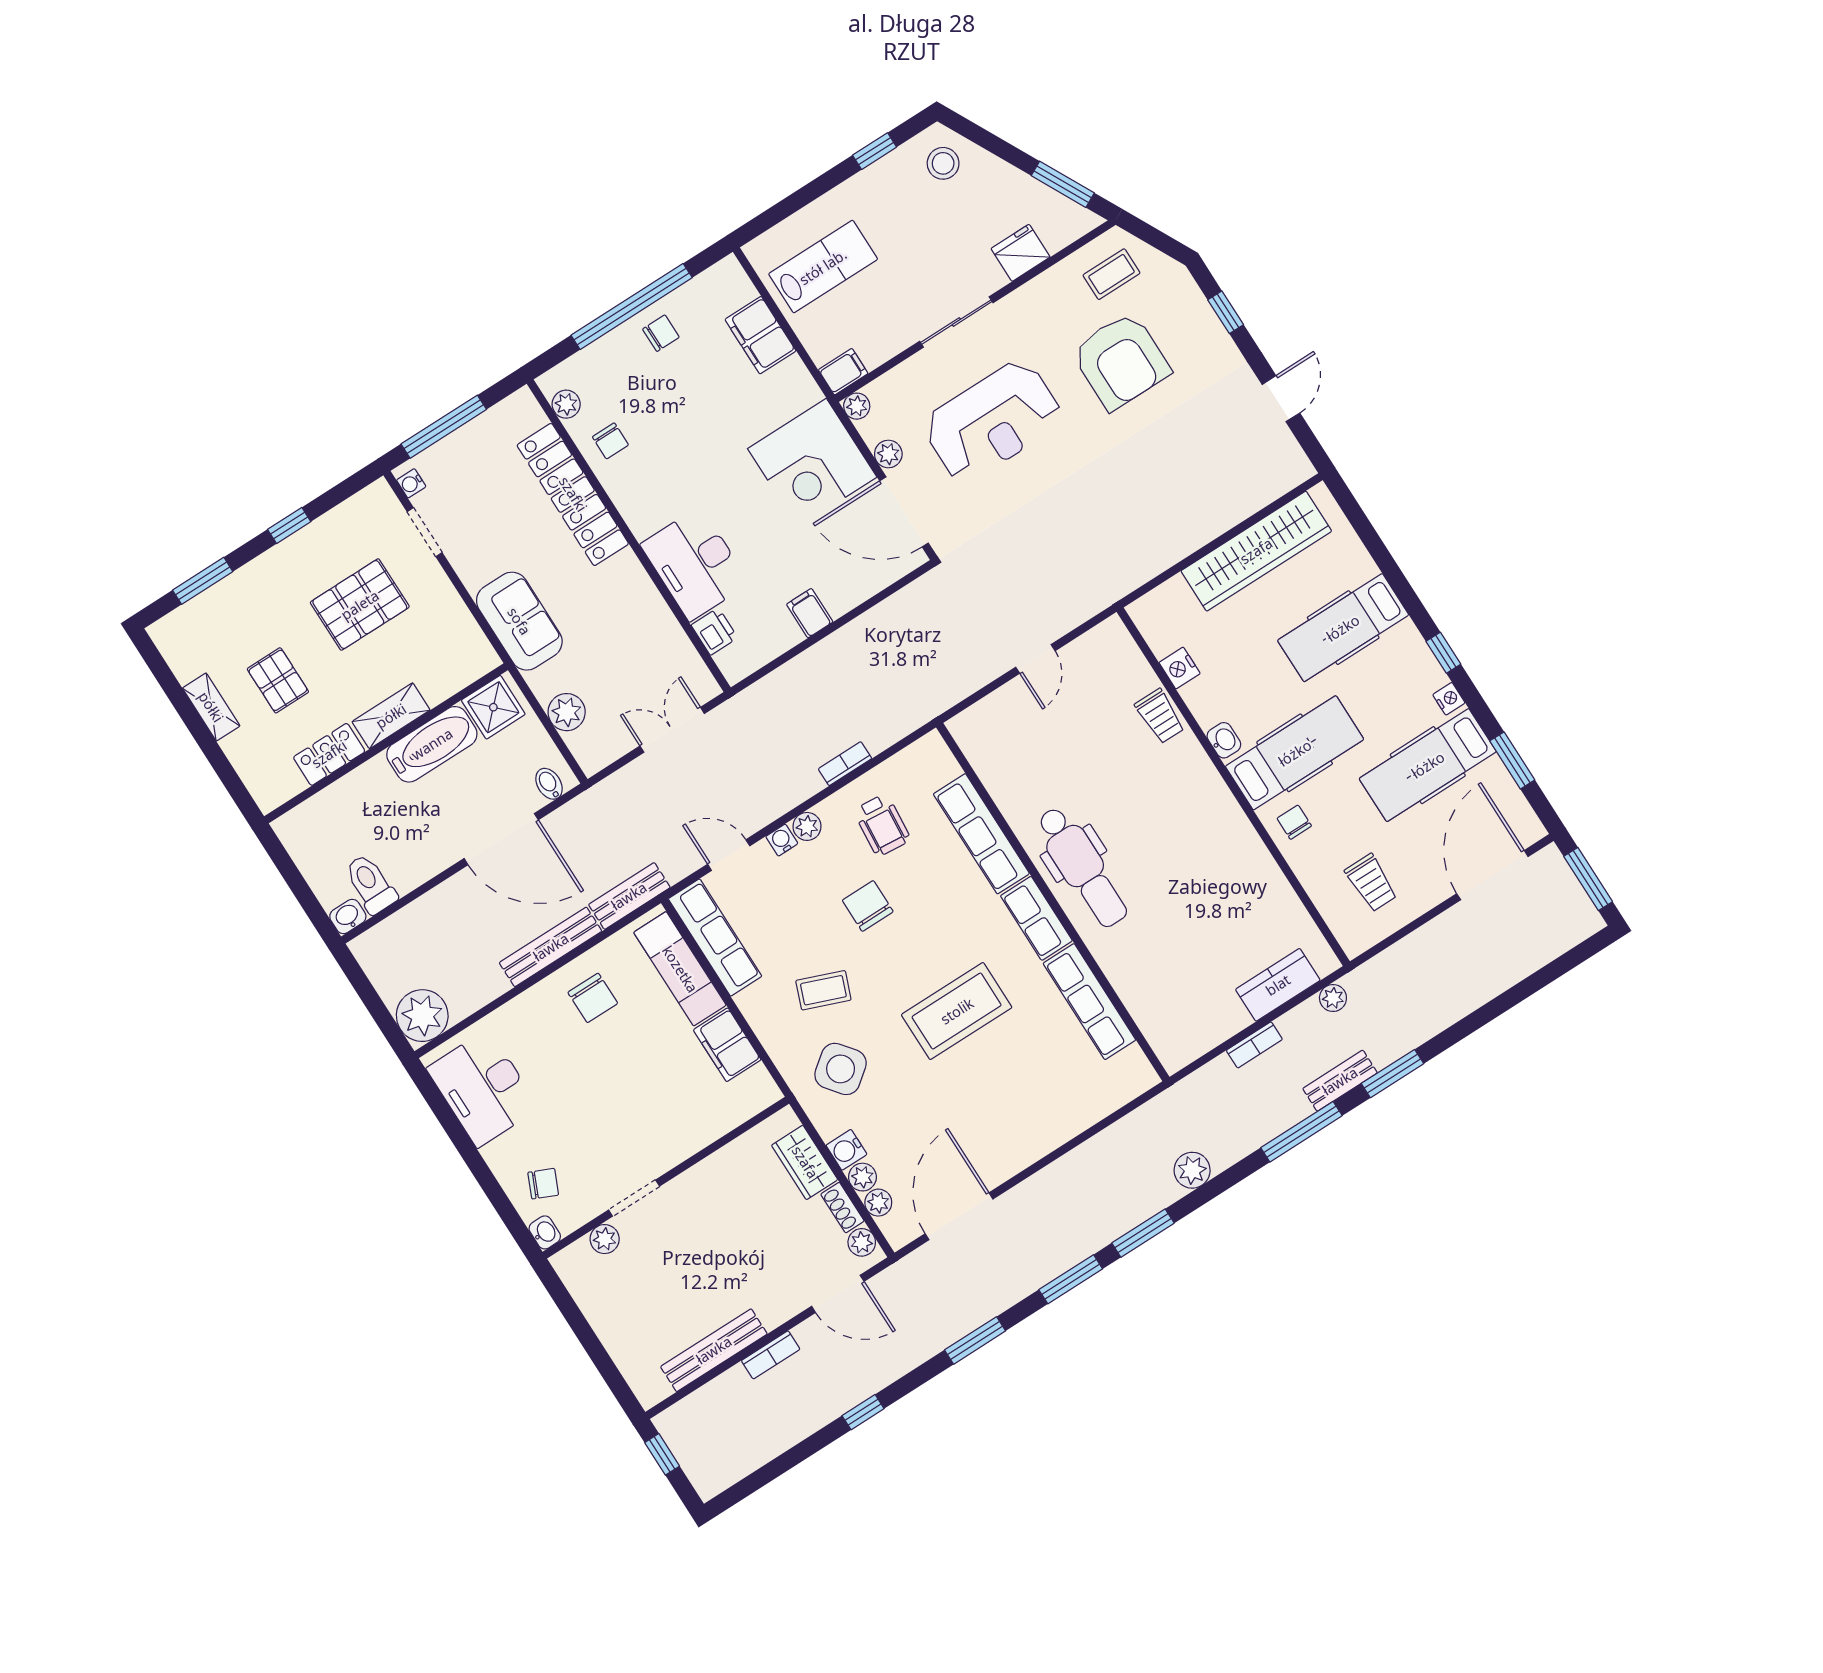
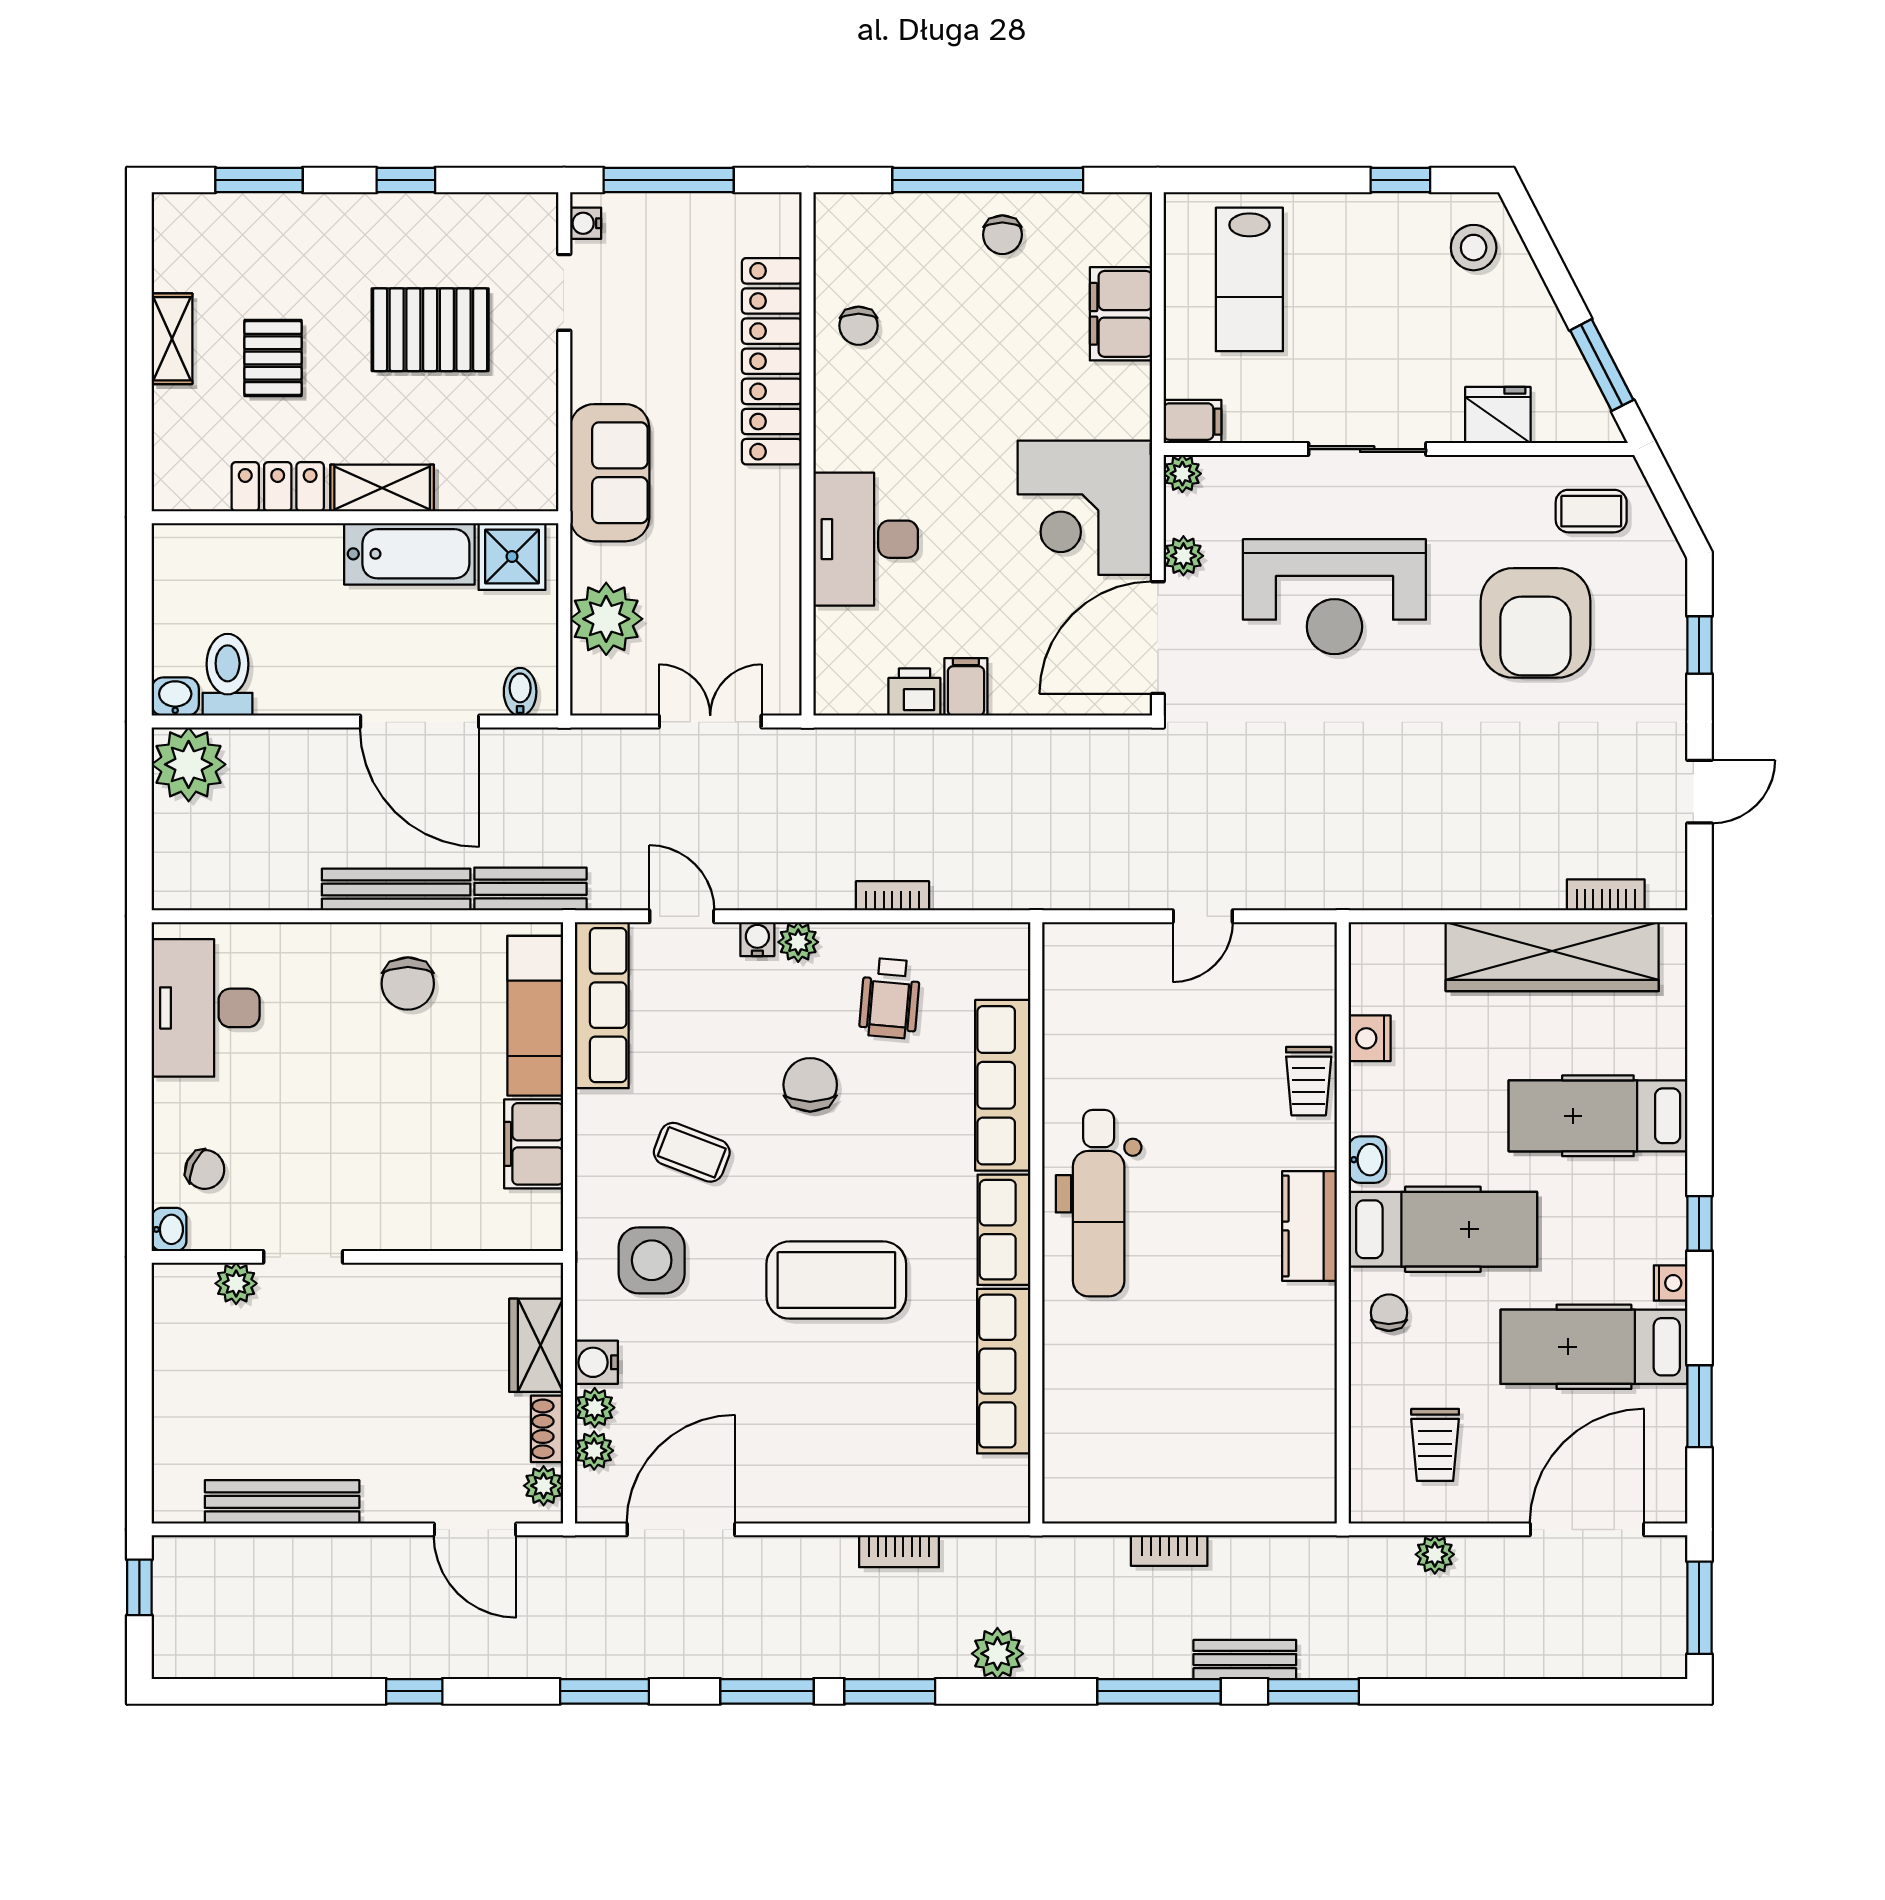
lab bench: (823, 267) -> (1249, 279), turned 90
chair: (661, 333) -> (1002, 235), turned 90
plant: (566, 404) -> (833, 247), removed
bookcase: (1265, 495) -> (1606, 895), added
door: (904, 512) -> (1158, 638), hinge flipped
printer: (714, 631) -> (914, 692), moved, turned -90
plant: (567, 712) -> (606, 619), width x1.36, depth x1.36
kitchen counter: (1278, 985) -> (1309, 1226), moved, turned -90
plant: (1333, 998) -> (1435, 1554), moved
plant: (422, 1016) -> (189, 764), moved
side table: (841, 1069) -> (652, 1260), turned 38
bookcase: (771, 1355) -> (899, 1551), moved

